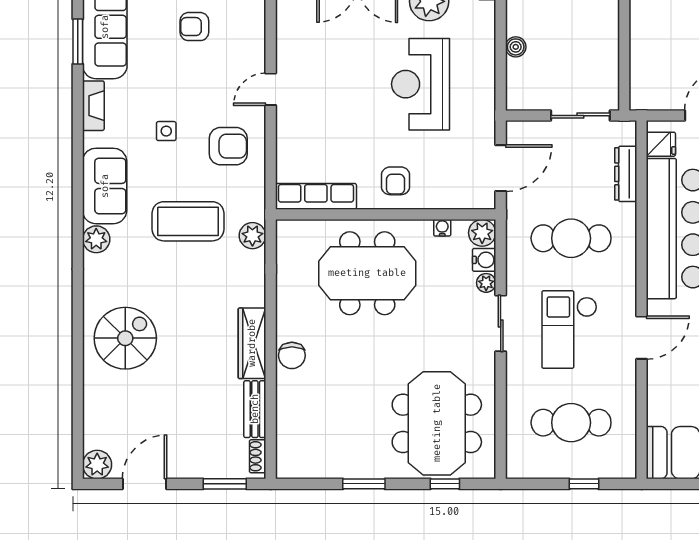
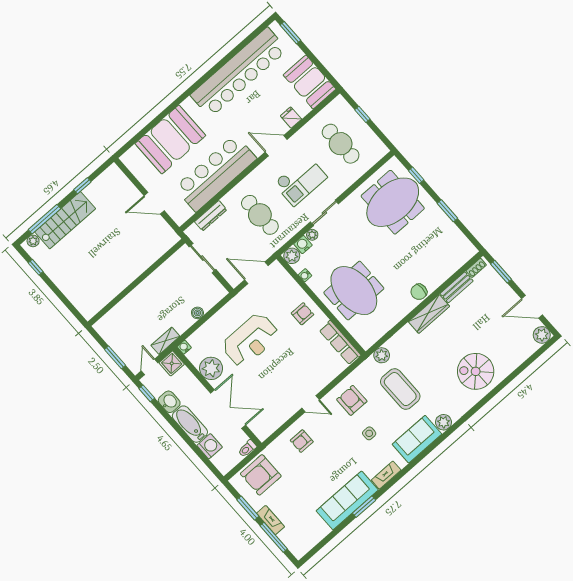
armchair: (194, 27) -> (302, 441), moved, turned 90
fridge: (661, 144) -> (291, 118), moved
chair: (292, 355) -> (419, 292), turned 180

